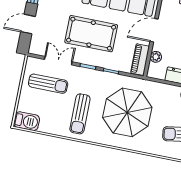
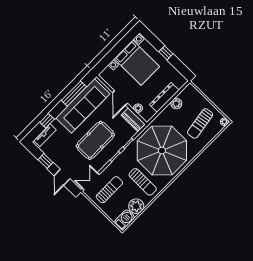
double door: (58, 61) -> (91, 181), moved
parasol: (127, 112) -> (162, 151), width x1.36, depth x1.36
plant: (49, 124) -> (136, 206), added

